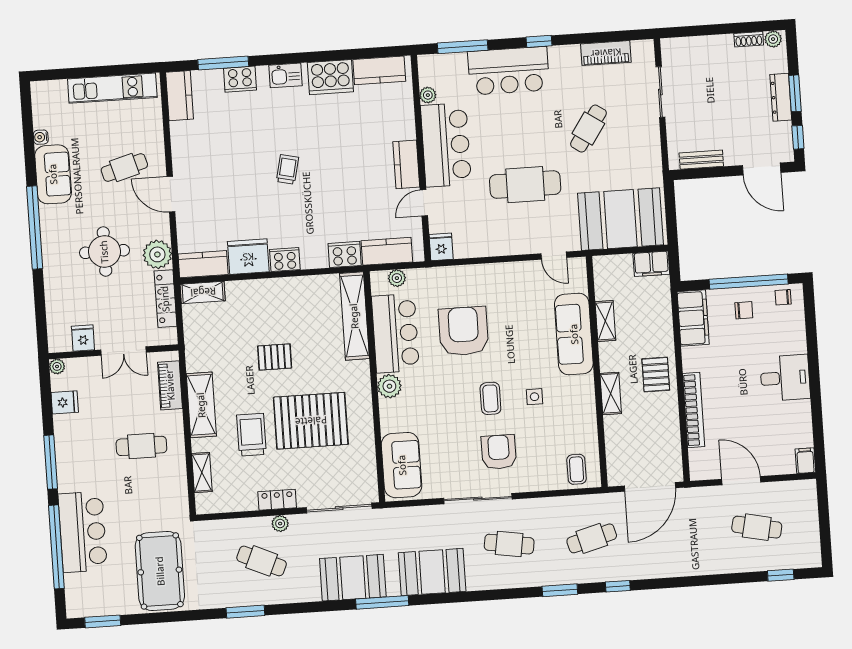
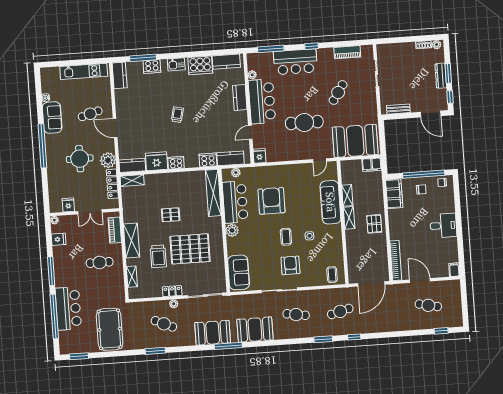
kitchen counter: (406, 164) -> (240, 97), moved
door: (554, 256) -> (320, 160), hinge flipped
shelving: (611, 393) -> (349, 218), moved
bookcase: (694, 410) -> (396, 261), moved
trolley: (251, 435) -> (158, 256), turned 180

